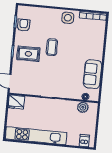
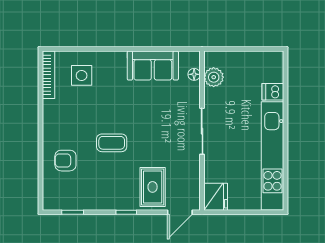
side table: (68, 18) -> (82, 75), moved
armchair: (24, 25) -> (65, 161), moved
rug: (28, 54) -> (153, 187), moved
dishwasher: (84, 141) -> (273, 92), moved

